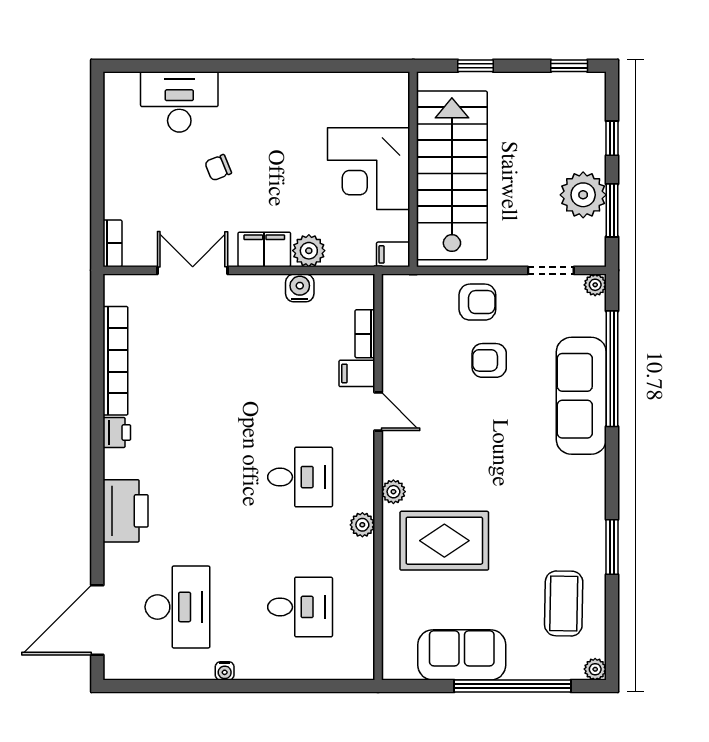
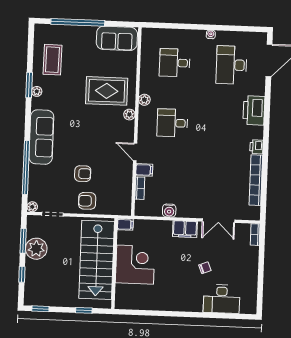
plant: (309, 251) -> (164, 228), removed
sofa: (581, 396) -> (41, 137), moved
sofa: (462, 655) -> (117, 38), moved
plant: (595, 669) -> (37, 91), moved

